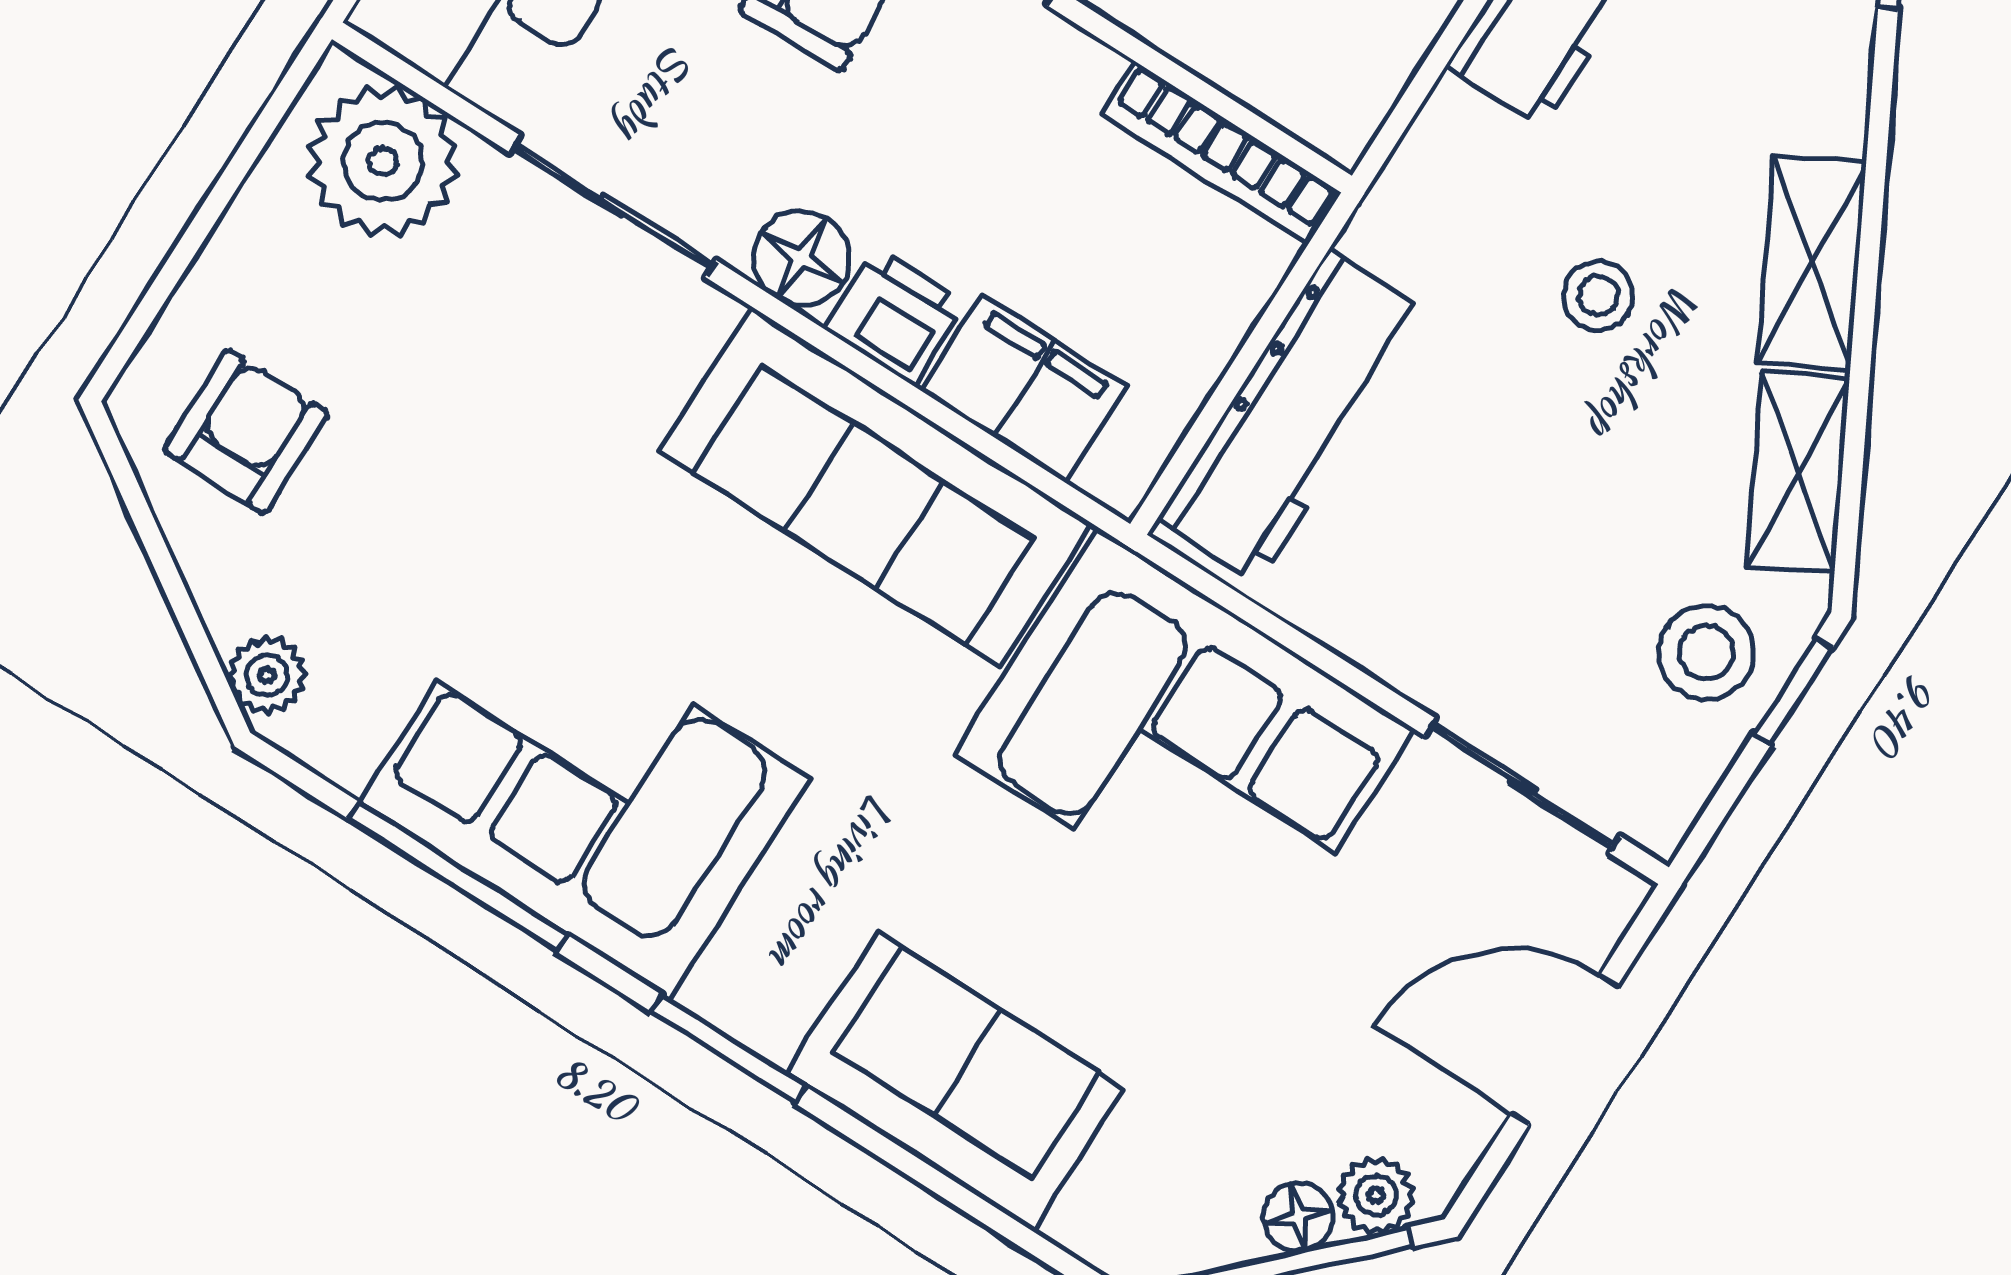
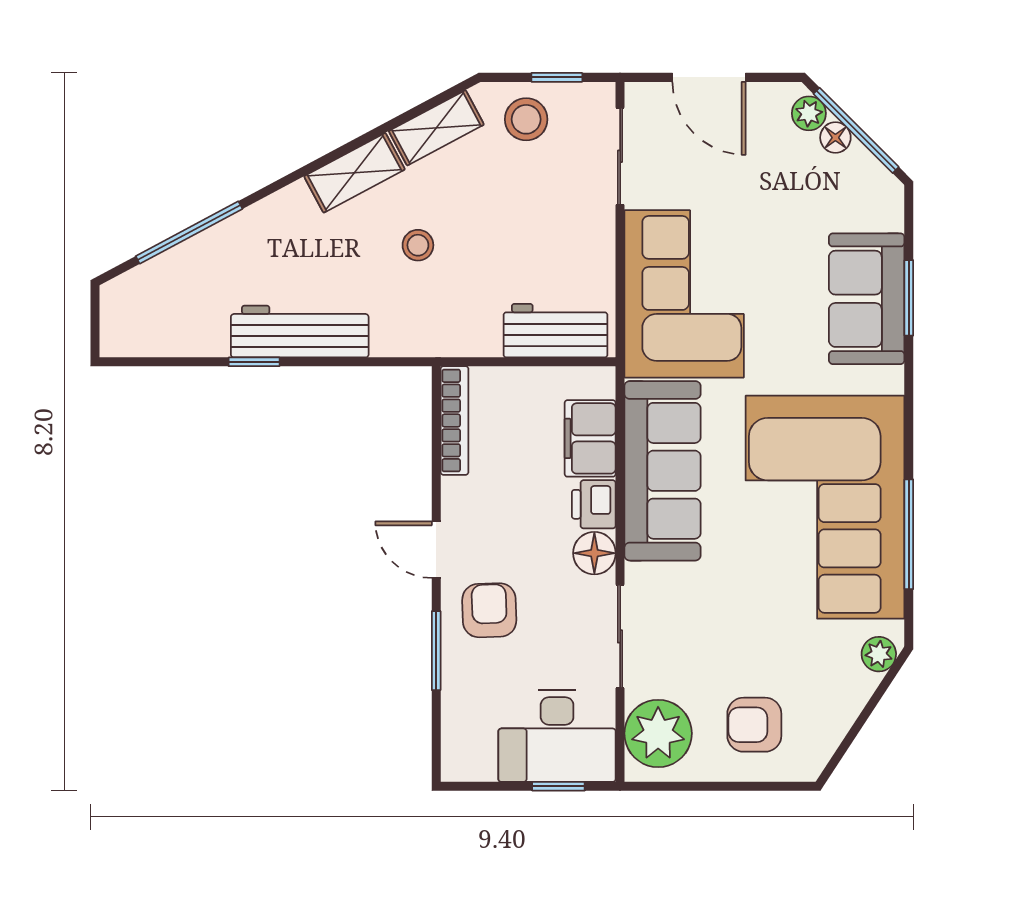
workbench: (1294, 416) -> (556, 331), width x0.73
armchair: (246, 432) -> (754, 725), moved
window: (1793, 691) -> (557, 77), moved
corner sofa: (585, 790) -> (825, 507), width x1.36, depth x1.36
window: (728, 1049) -> (909, 298), moved

